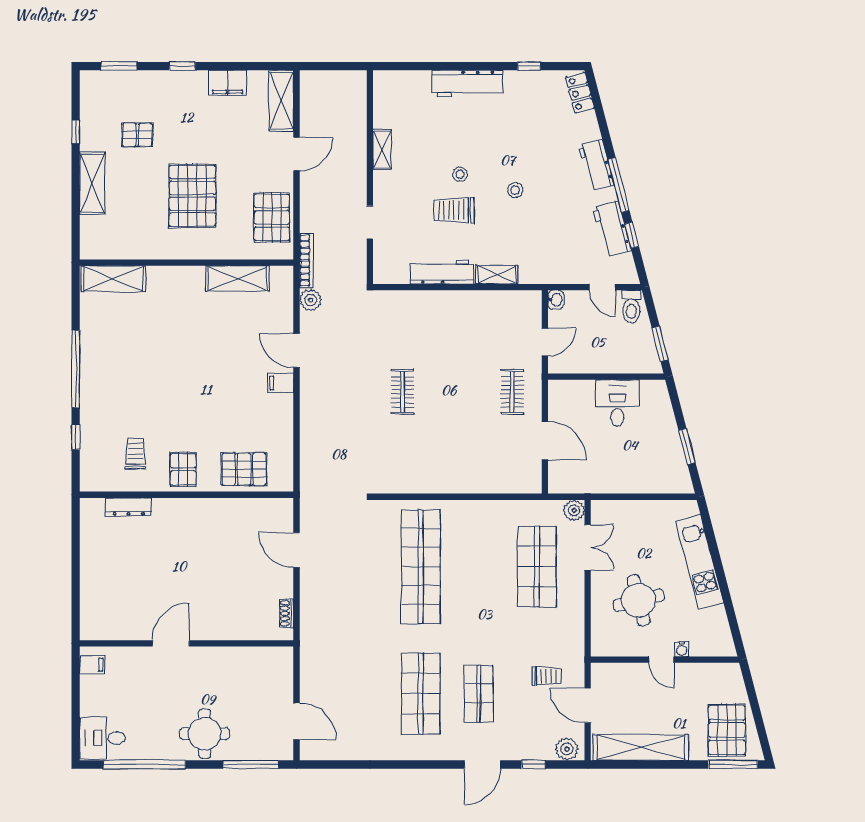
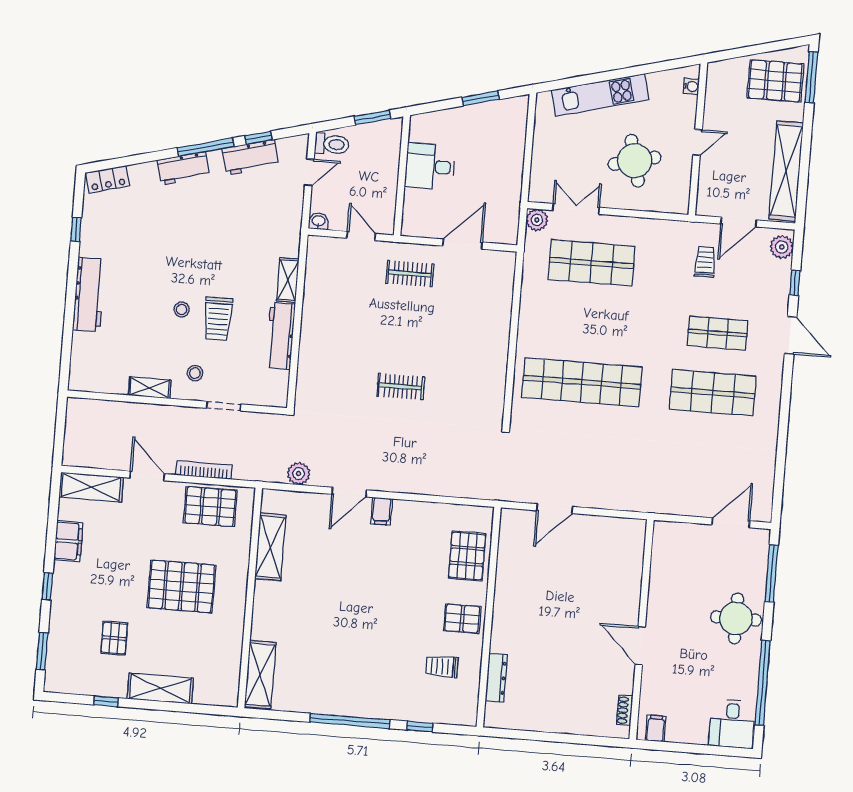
stool: (515, 190) -> (195, 373), moved
bookcase: (307, 260) -> (204, 470), moved
shoe rack: (286, 613) -> (625, 710), moved, turned 90
water cooler: (682, 649) -> (691, 86), moved

